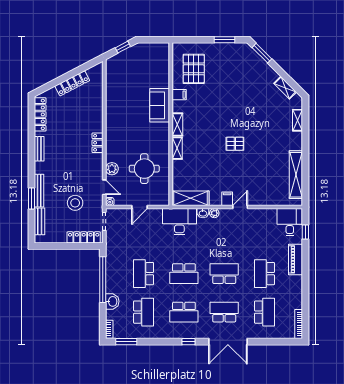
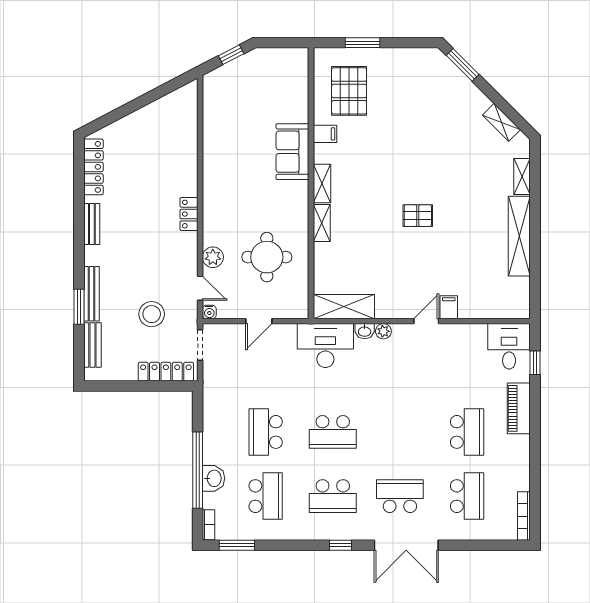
window: (224, 40) -> (363, 43), moved
locker: (72, 83) -> (147, 115), removed
shelving: (296, 175) -> (519, 236), moved
filing cabinet: (227, 199) -> (449, 307), moved
school desk: (224, 274) -> (400, 432), removed
school desk: (265, 274) -> (467, 432), turned 180
window: (103, 280) -> (198, 470), moved

